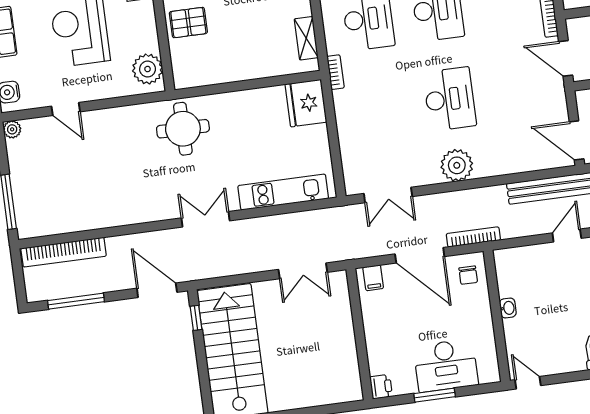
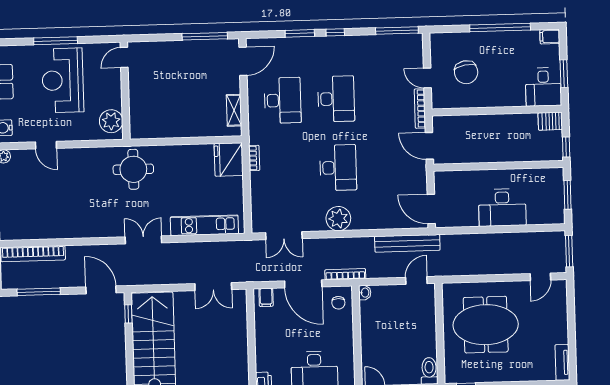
pallet: (188, 23) -> (146, 89), removed
bookcase: (336, 72) -> (254, 158), moved
washbasin: (508, 308) -> (365, 293), moved

